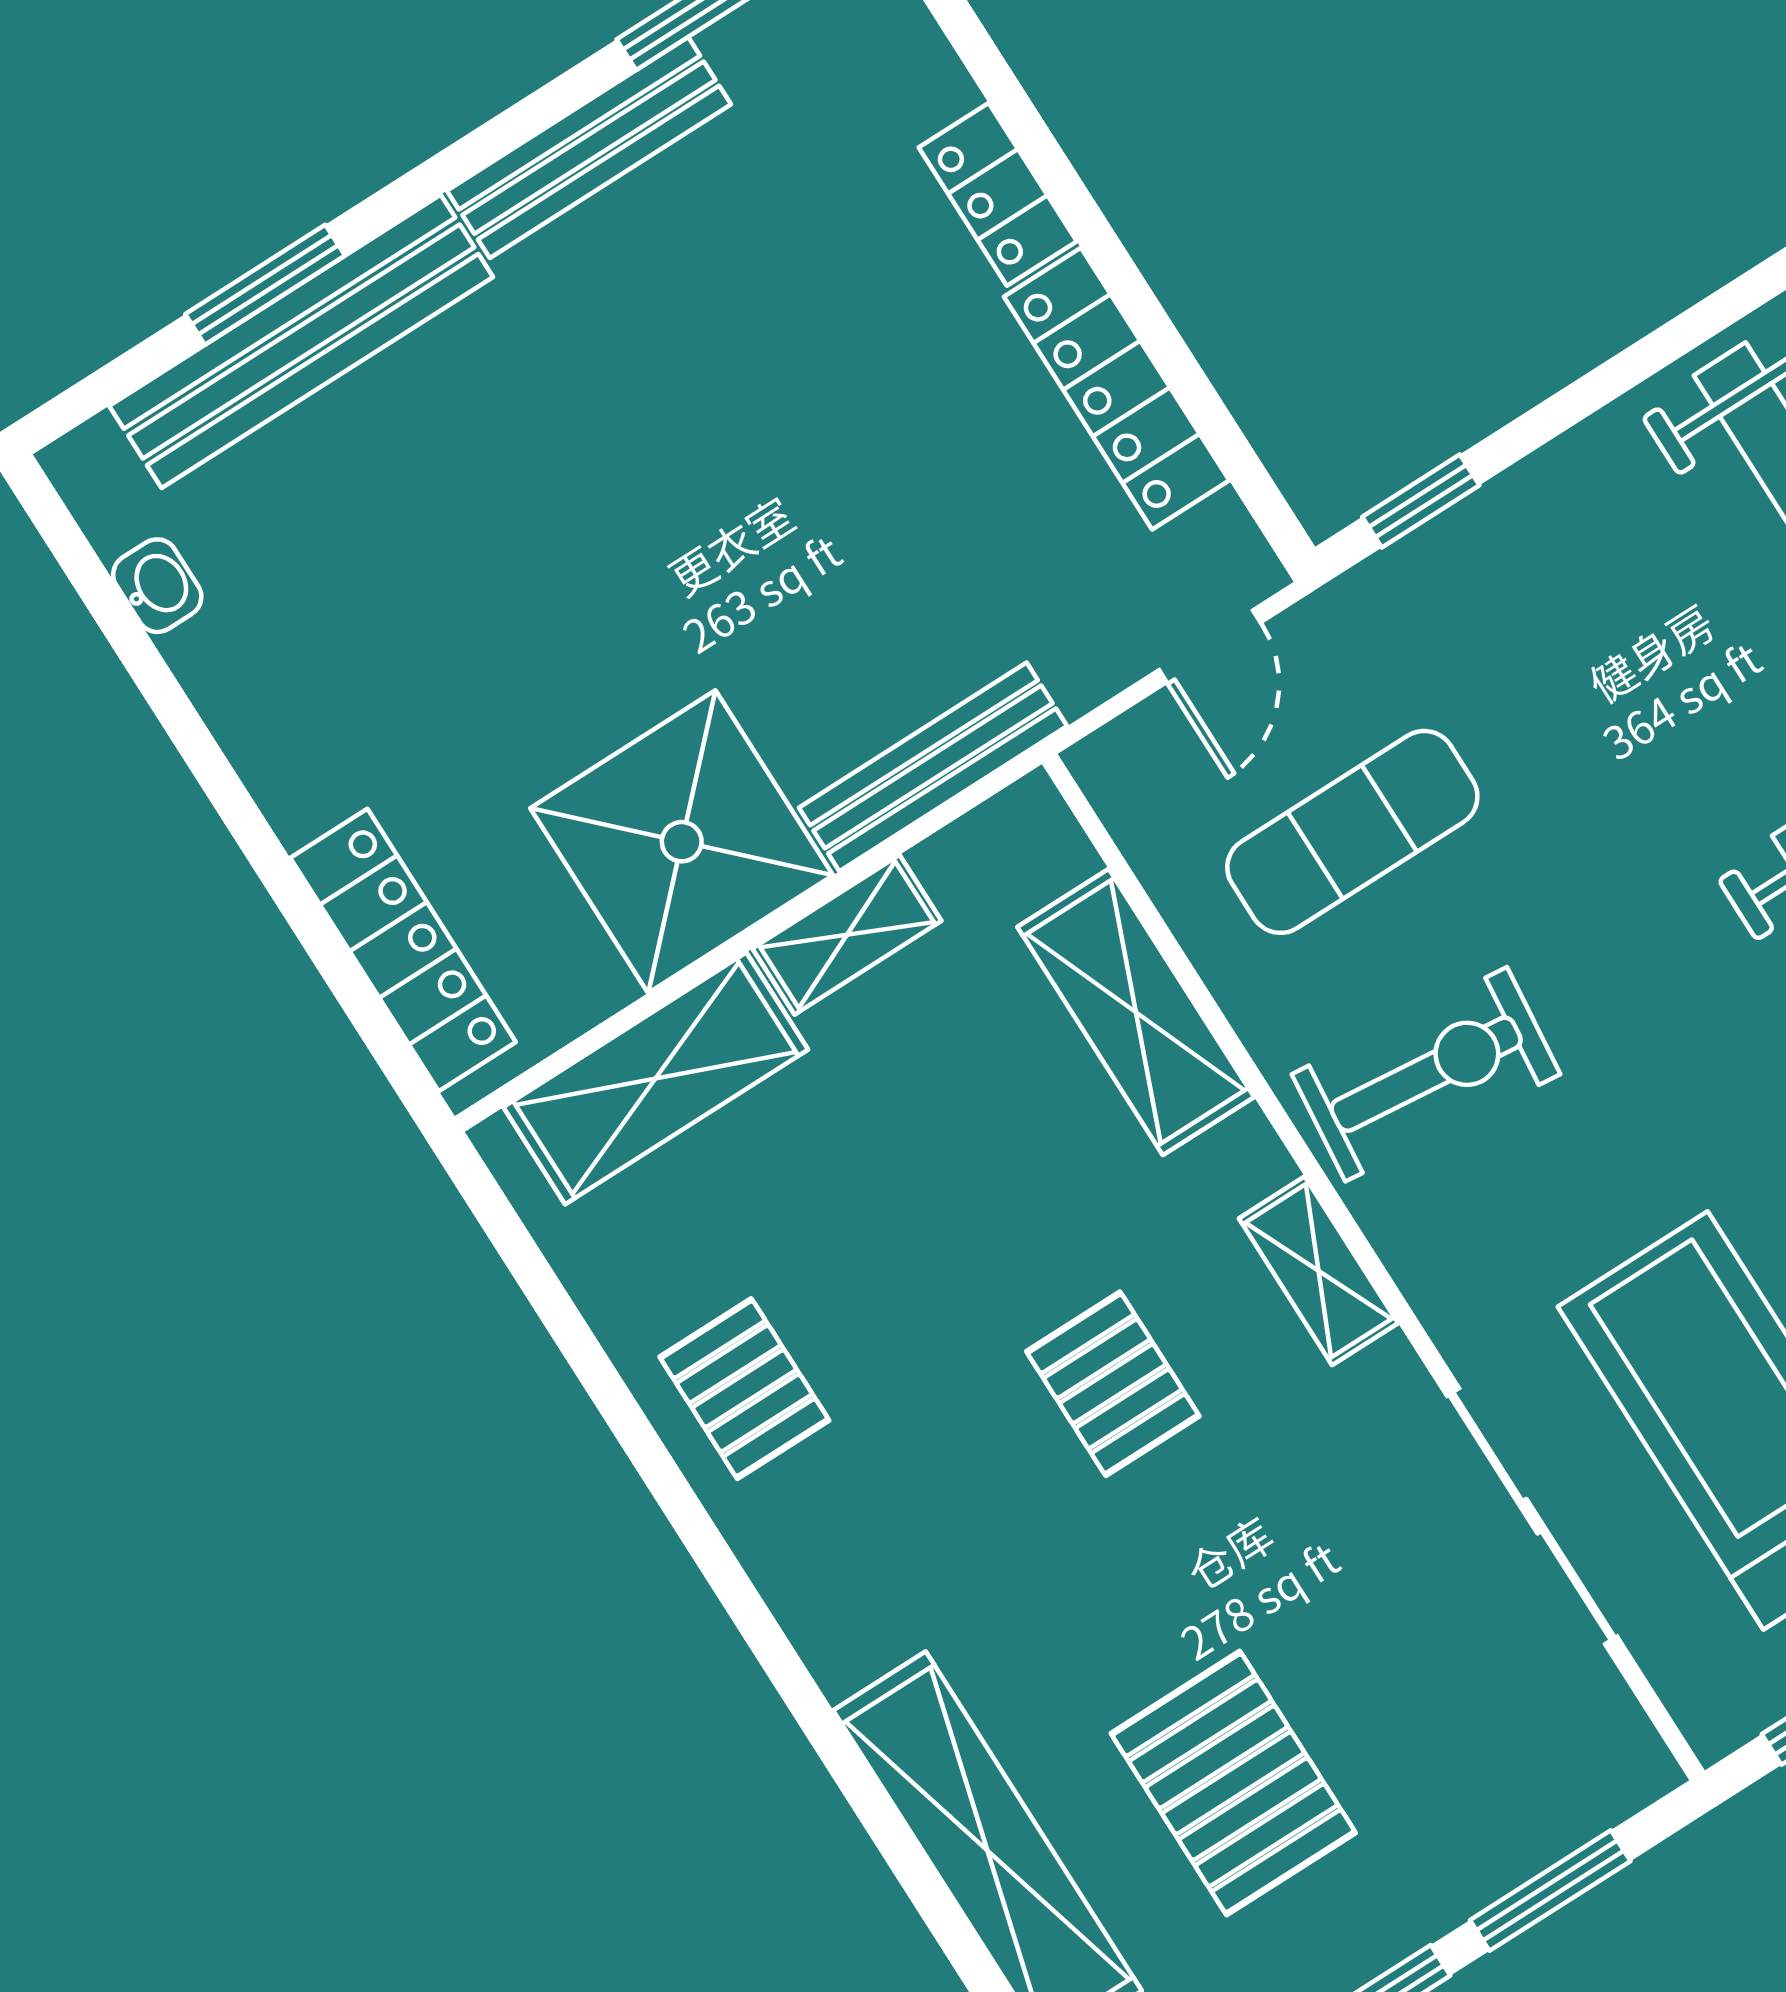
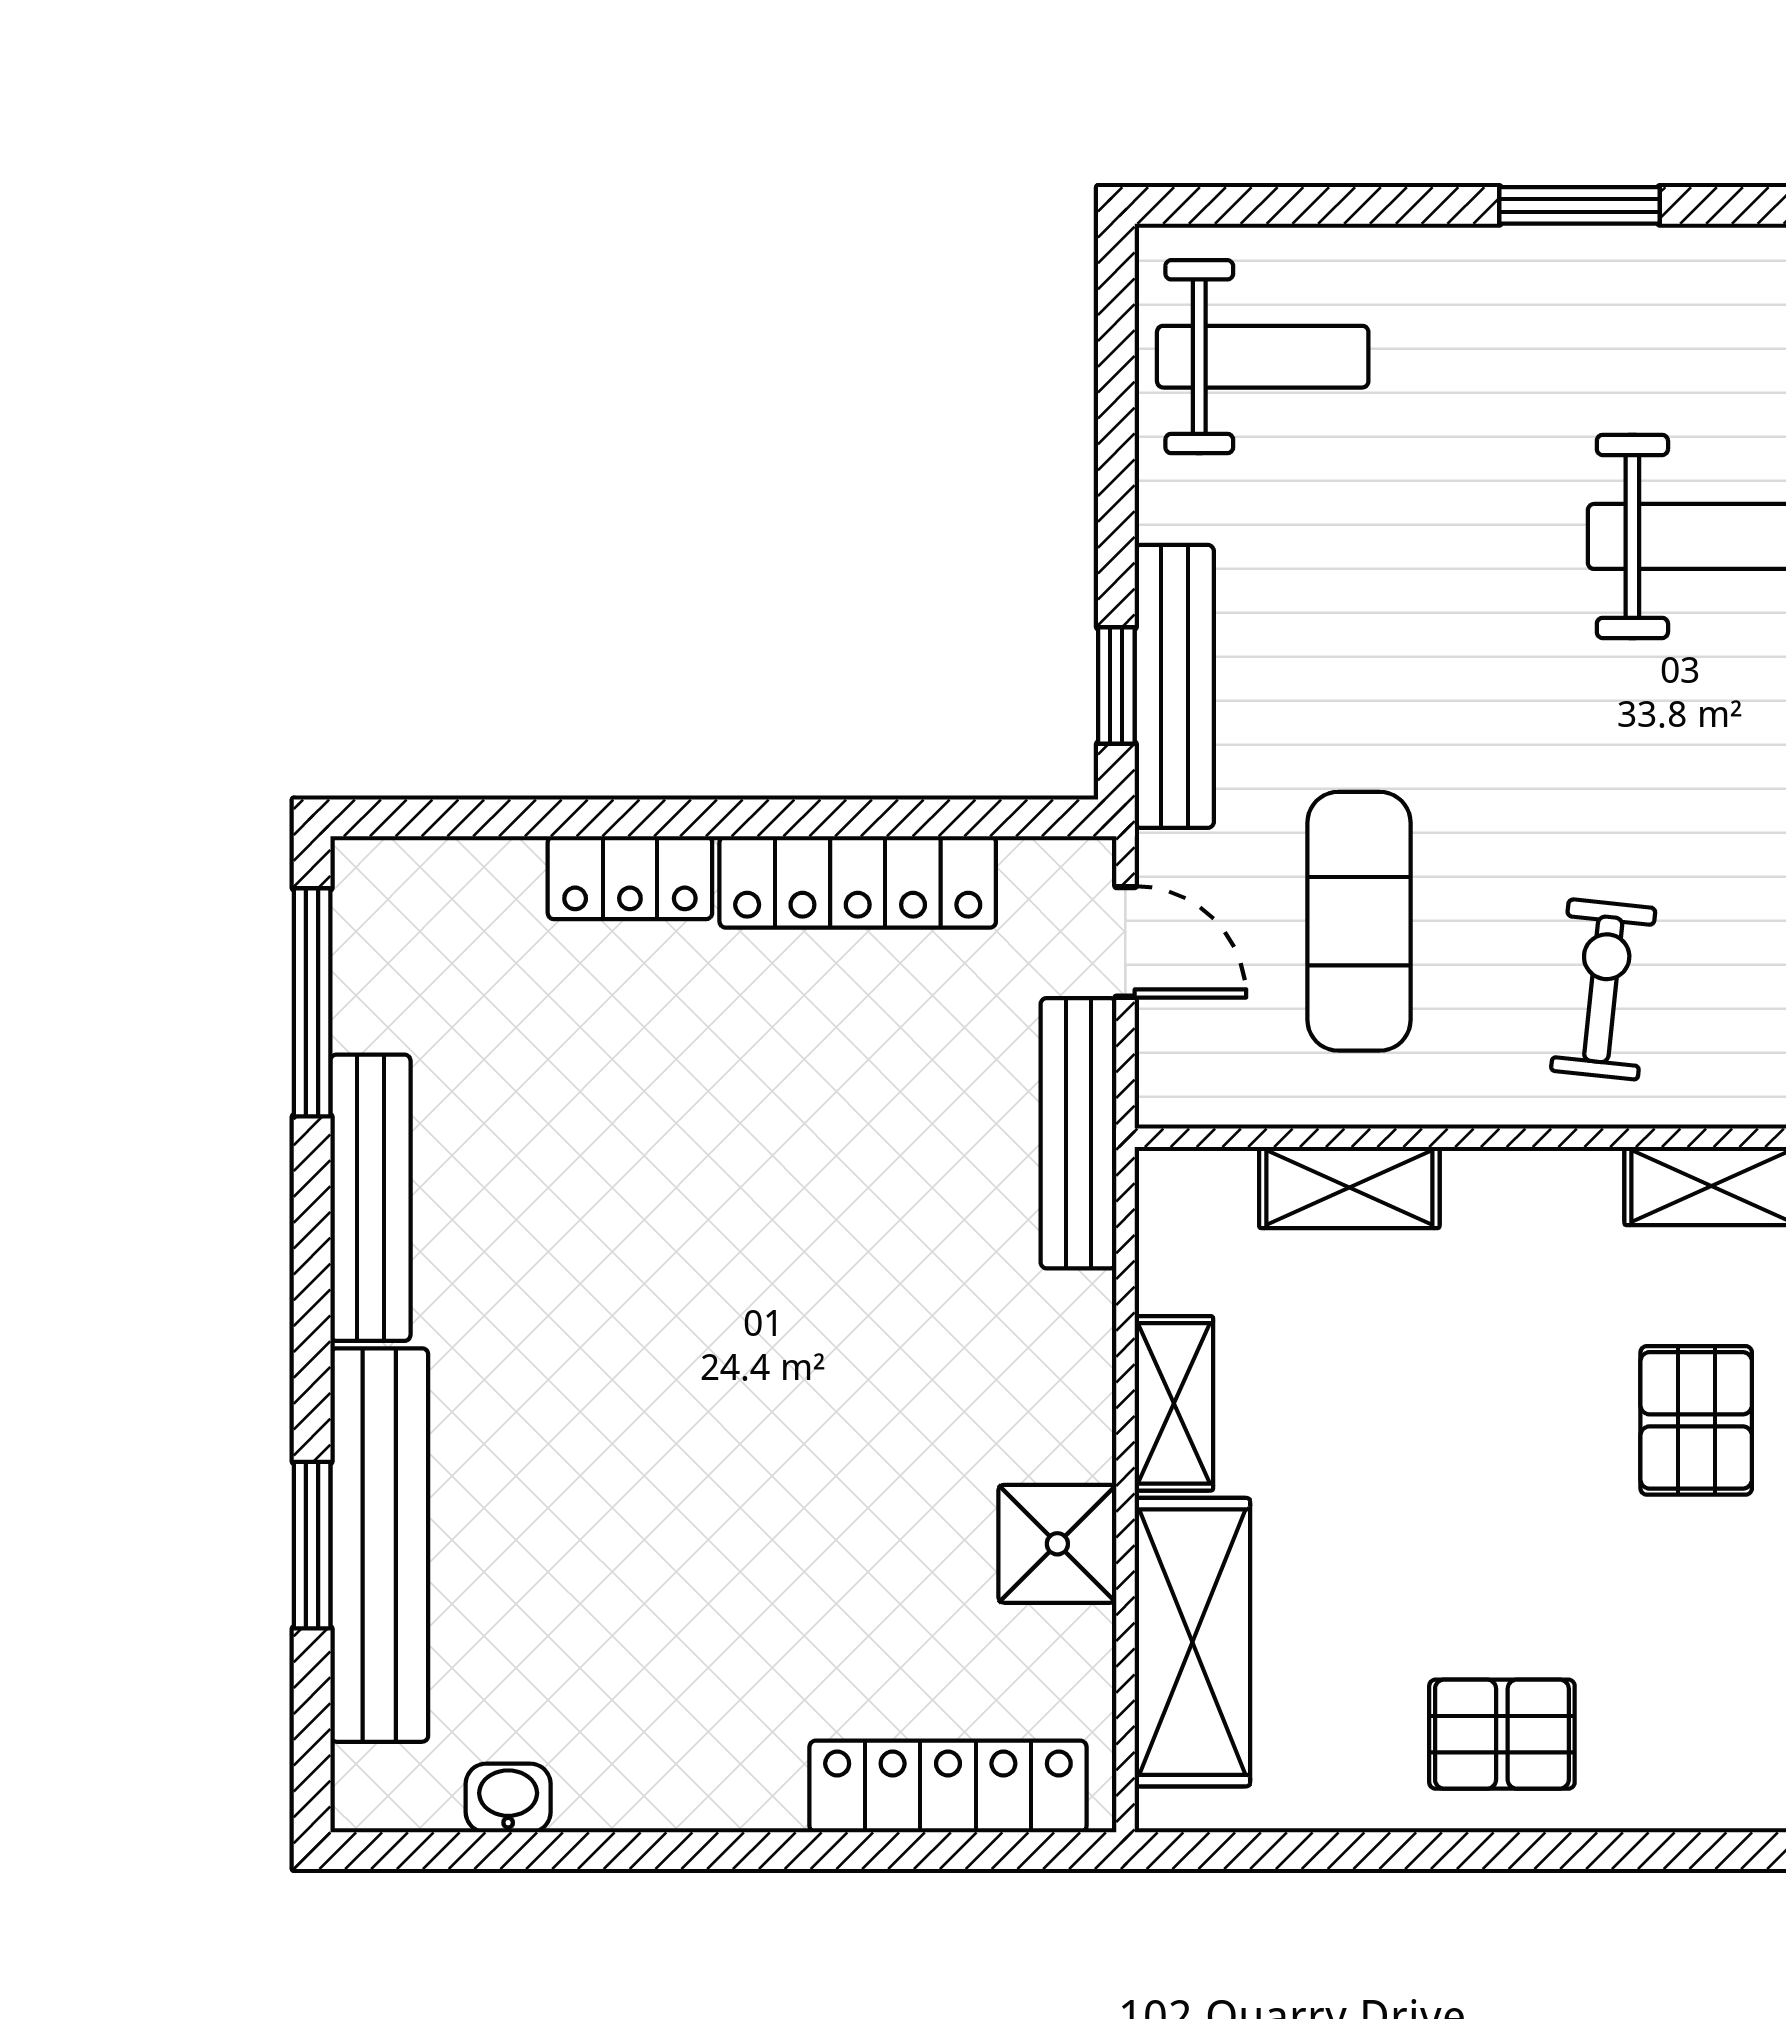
bench: (1451, 550) -> (1174, 686), added
bench: (933, 767) -> (1078, 1133), moved
shower: (682, 842) -> (1057, 1544), width x0.54, depth x0.54
shelving: (1136, 1012) -> (1349, 1187), width x0.67, depth x0.75
exercise bike: (1426, 1074) -> (1603, 989), width x0.73, depth x0.72
pallet: (1113, 1384) -> (1696, 1420), turned 90

